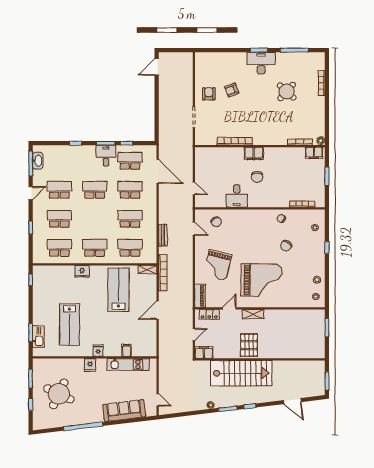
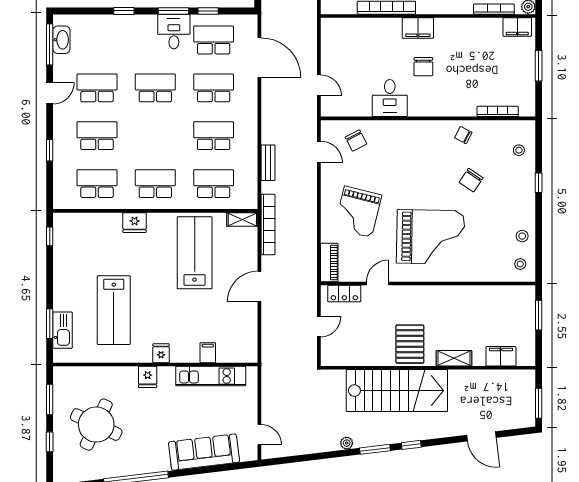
shelving: (253, 314) -> (454, 358), moved
filing cabinet: (204, 353) -> (501, 356), moved

